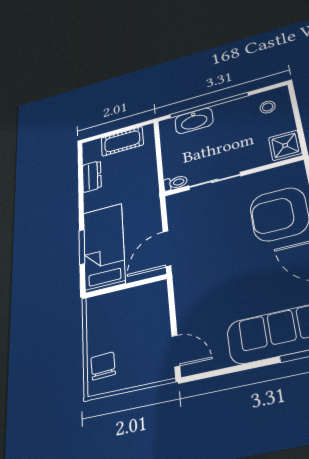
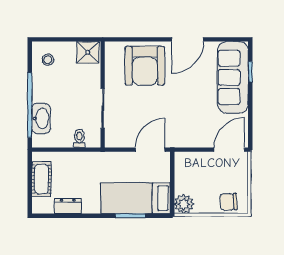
toilet: (175, 183) -> (79, 138), moved
door: (167, 249) -> (150, 150), swing flipped
plant: (98, 307) -> (184, 204), added
door: (176, 351) -> (229, 150), width x1.38

